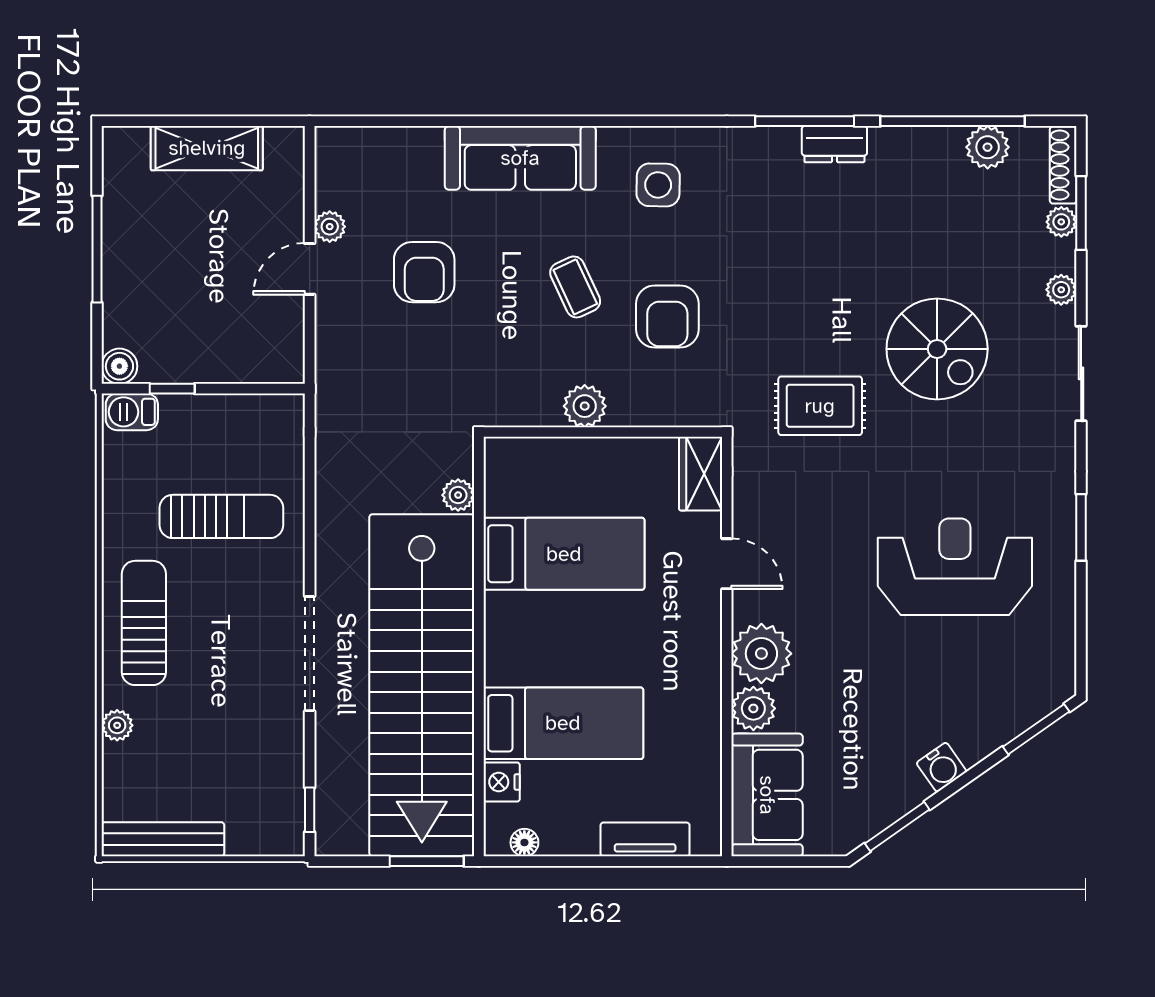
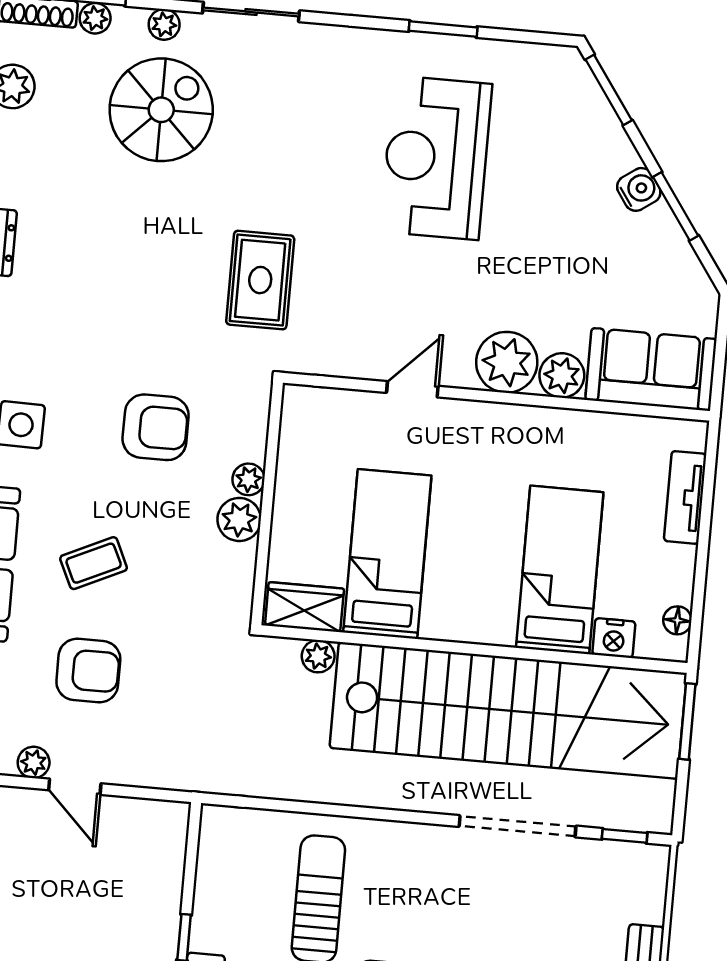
coffee table: (575, 287) -> (94, 563), moved
spiral stairs: (937, 349) -> (161, 110), moved
plant: (625, 412) -> (248, 479), added
wardrobe: (701, 474) -> (304, 607), moved, turned 180
window: (1081, 527) -> (443, 29), moved
doorway: (310, 654) -> (517, 826), moved
window: (897, 827) -> (676, 206), moved

